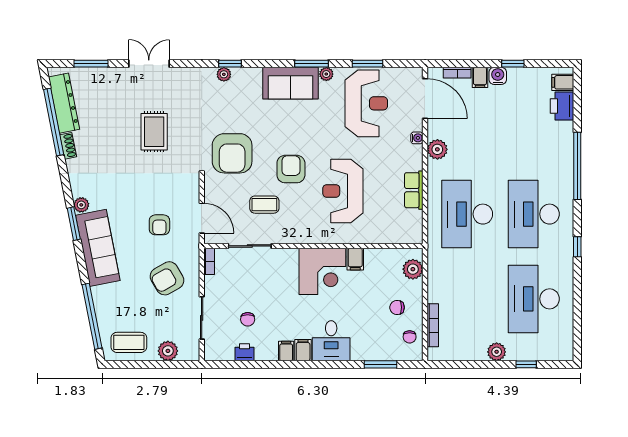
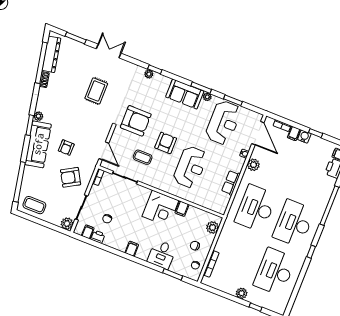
armchair: (232, 153) -> (136, 121), turned -90
reception desk: (343, 191) -> (190, 167), turned 180
armchair: (159, 225) -> (66, 147), moved
desk: (331, 341) -> (162, 254), moved
plant: (168, 351) -> (67, 224), moved
filing cabinet: (286, 351) -> (88, 232), moved

